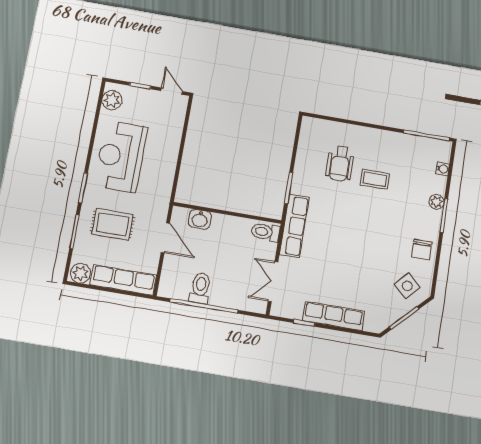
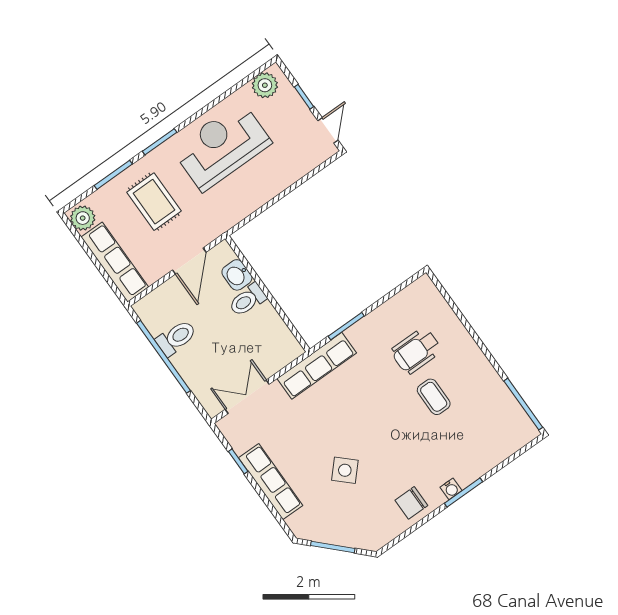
water cooler: (443, 169) -> (451, 489), moved
plant: (436, 202) -> (470, 474), removed
toilet: (265, 232) -> (247, 300), moved, turned -90
side table: (407, 286) -> (345, 470), moved

